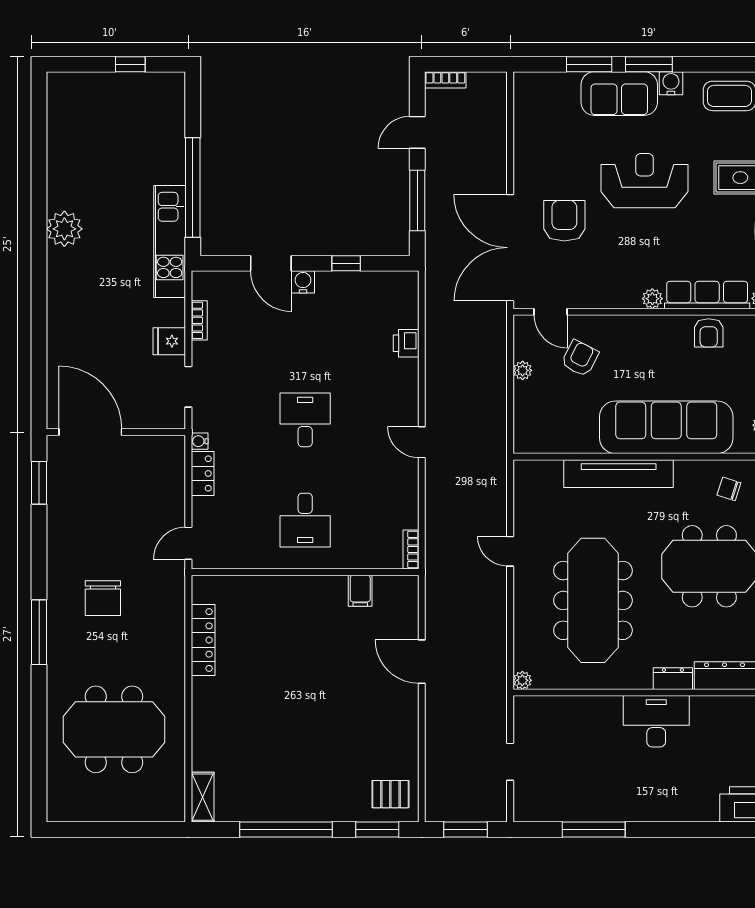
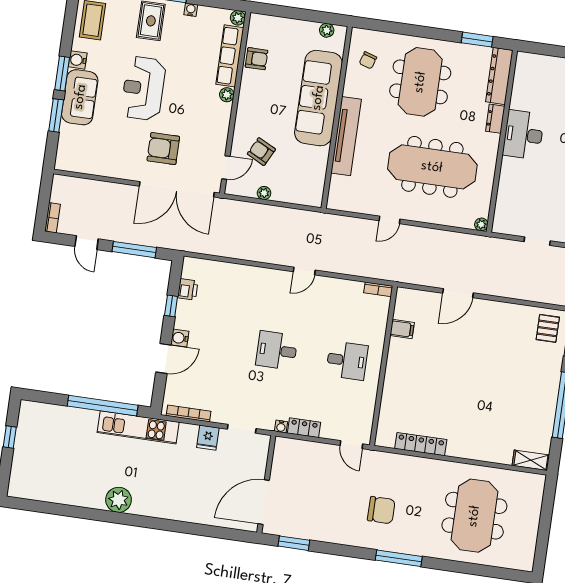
bookcase: (199, 320) -> (189, 413), width x1.56
printer: (406, 343) -> (188, 289), moved, turned -90

